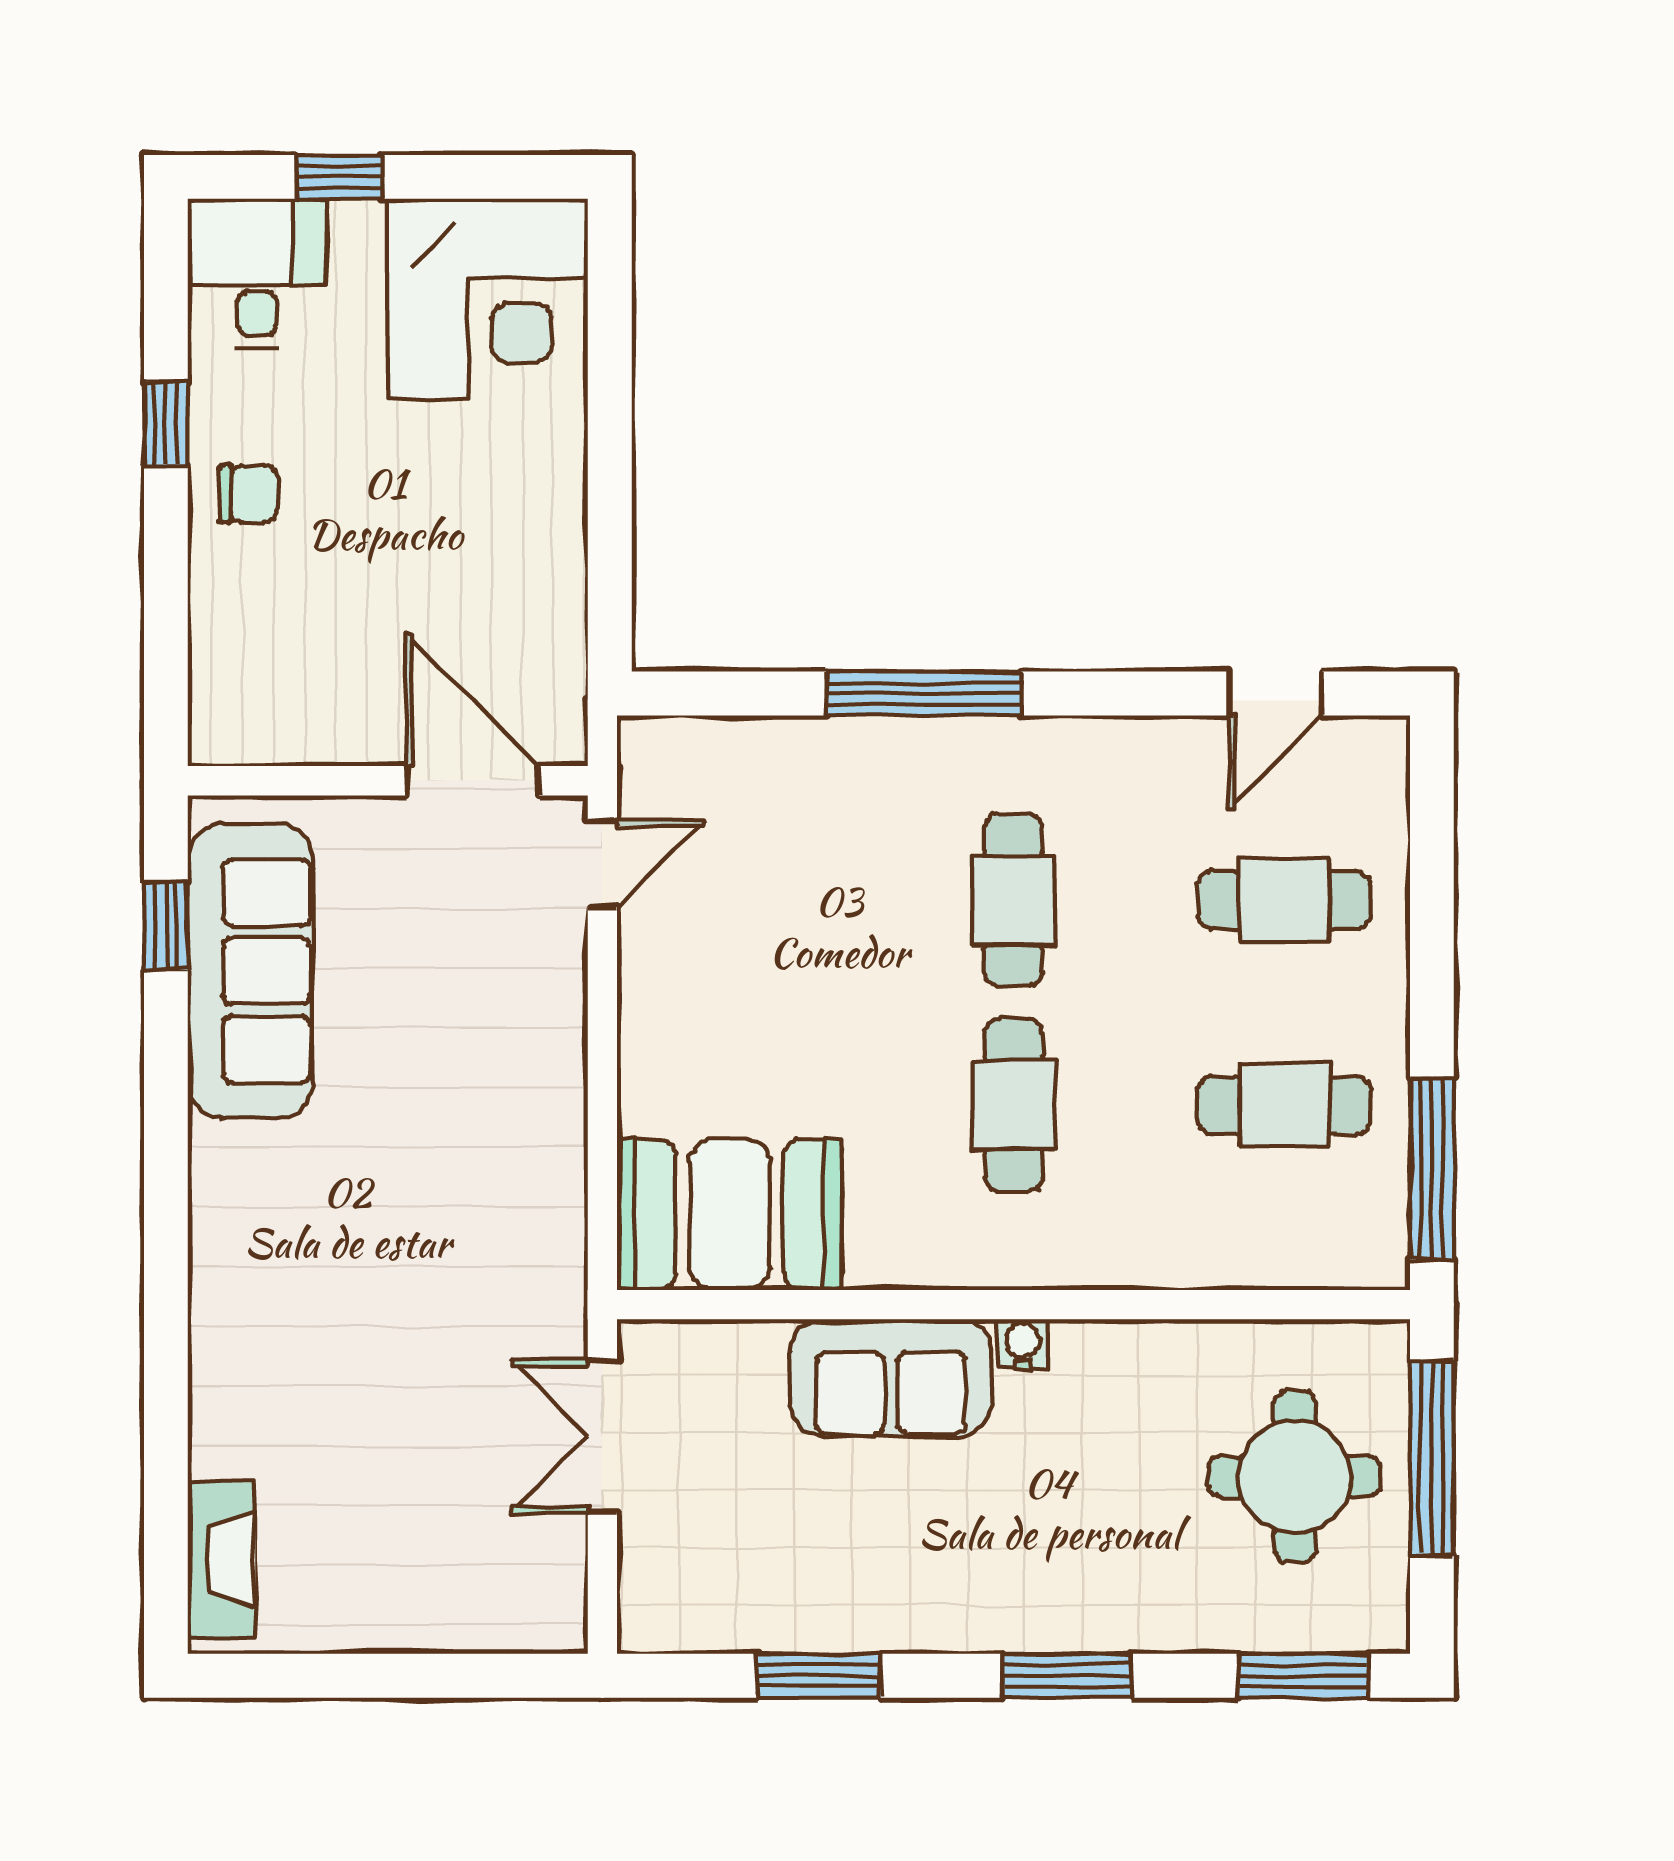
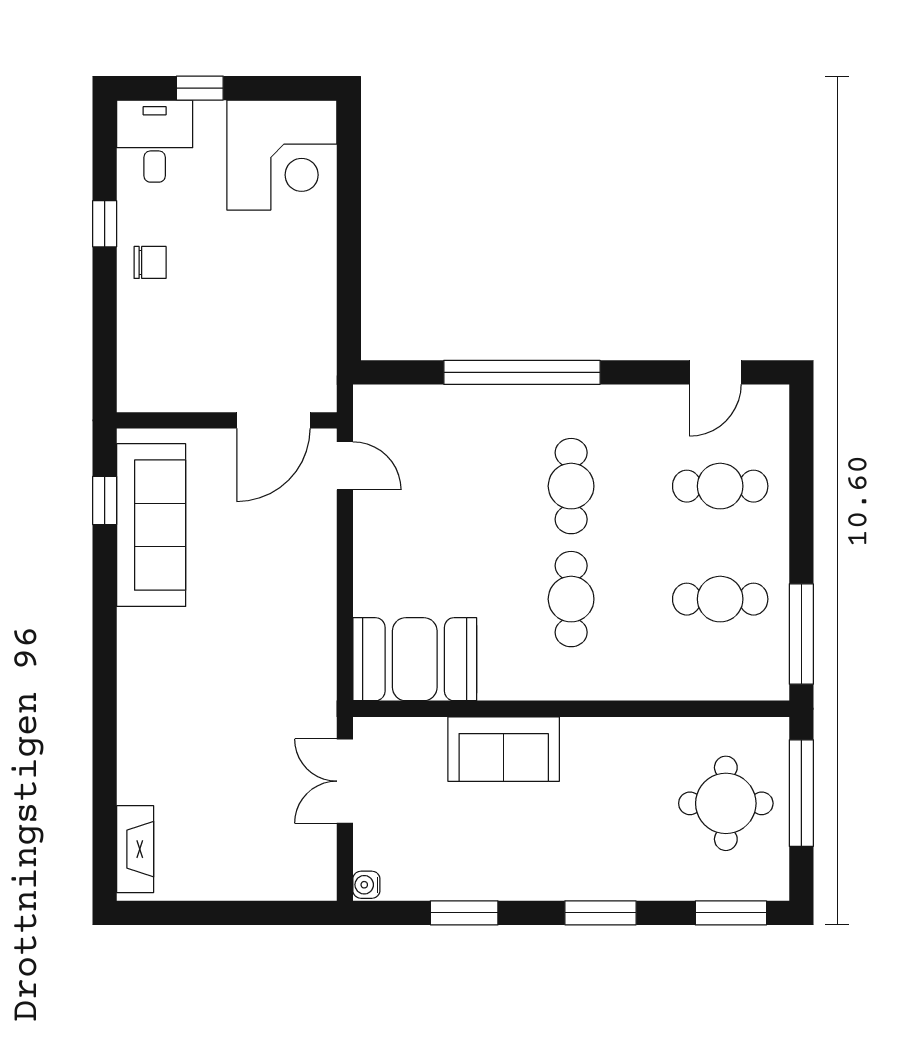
window: (924, 693) -> (522, 372), width x1.46
door: (473, 781) -> (273, 420), swing flipped
door: (602, 863) -> (345, 466), hinge flipped
water cooler: (1023, 1344) -> (366, 885), moved, turned -90

